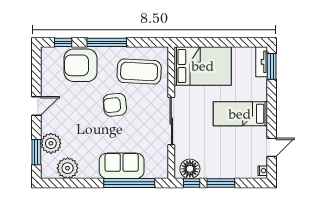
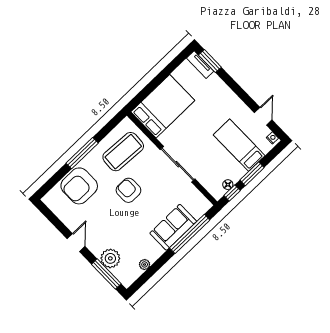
window: (63, 42) -> (52, 182), removed
armchair: (115, 105) -> (128, 190), turned 96
bed: (240, 114) -> (239, 145), moved, turned 90
window: (36, 152) -> (106, 274), width x1.44
plant: (68, 168) -> (145, 264), width x0.53, depth x0.53
floor lamp: (190, 169) -> (228, 185), width x0.53, depth x0.53

